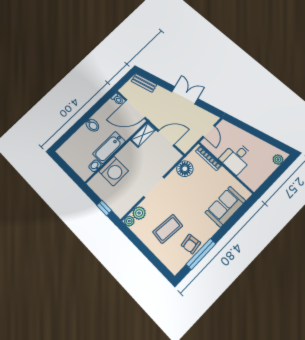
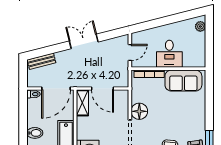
door: (209, 131) -> (130, 53), hinge flipped
door: (166, 138) -> (102, 89), swing flipped
floor lamp: (185, 169) -> (139, 111), moved
sofa: (225, 207) -> (183, 81), moved, turned -90

